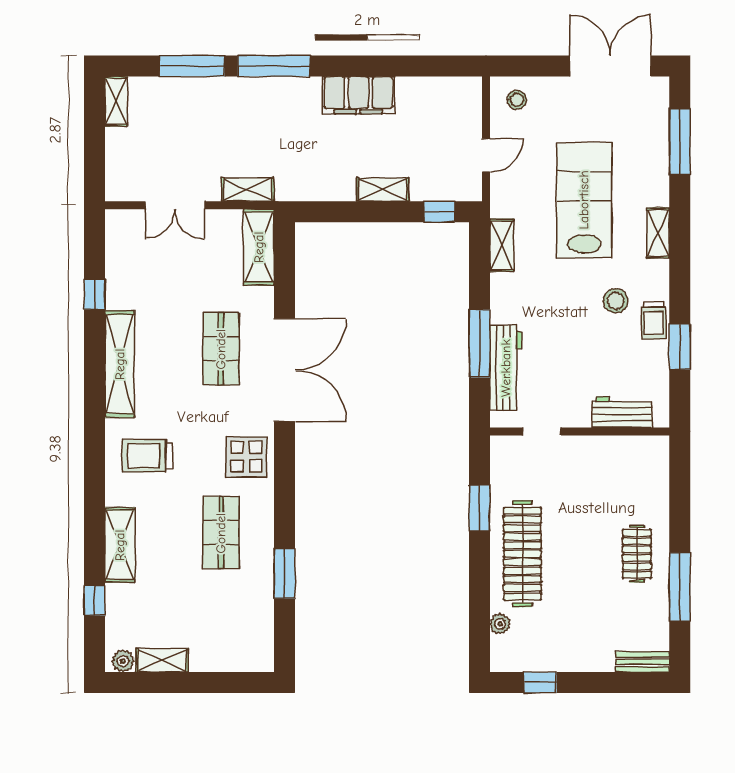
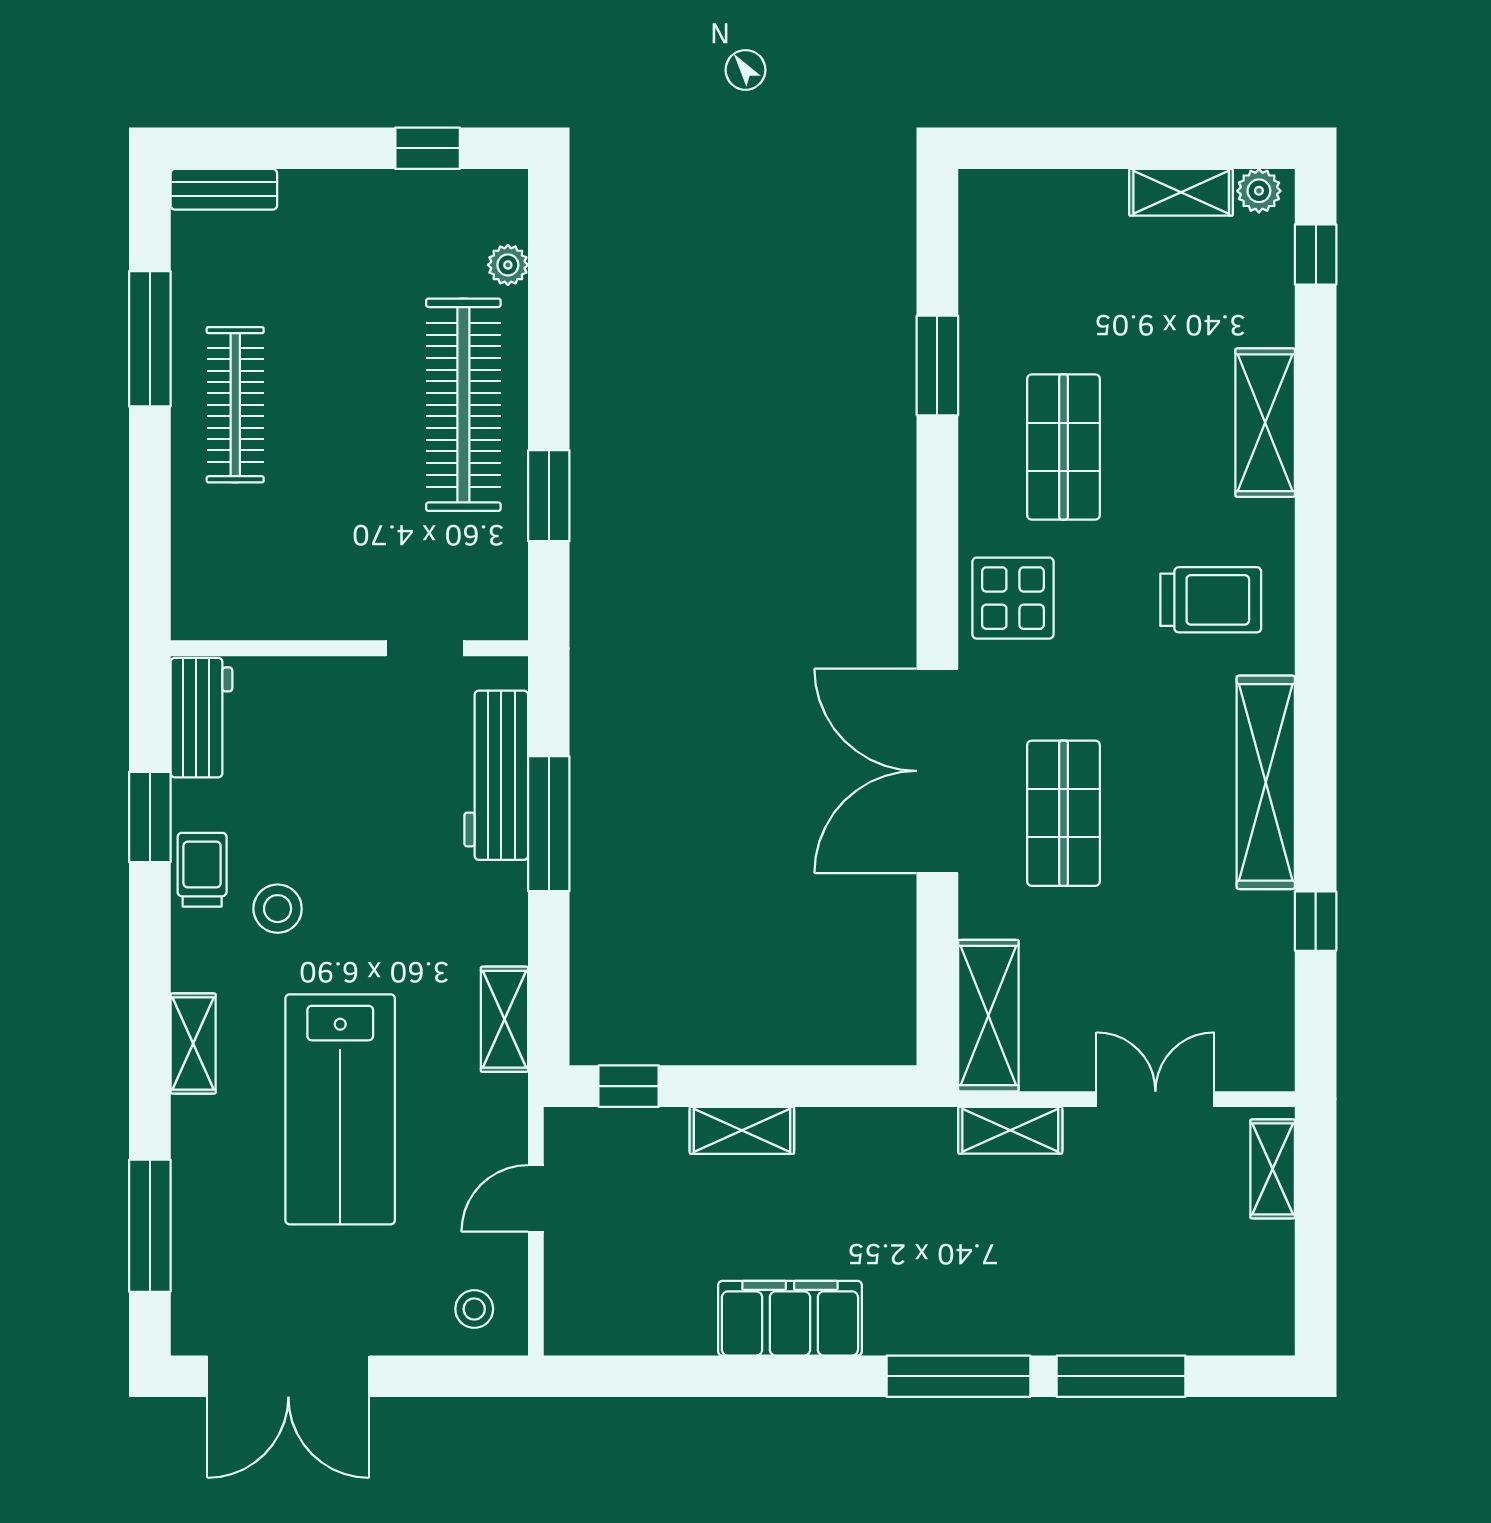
shelving: (116, 101) -> (1273, 1169), moved
workbench: (622, 412) -> (201, 718), moved, turned -90
clothes rail: (637, 554) -> (235, 405), width x1.36
window: (95, 600) -> (1316, 255), moved

